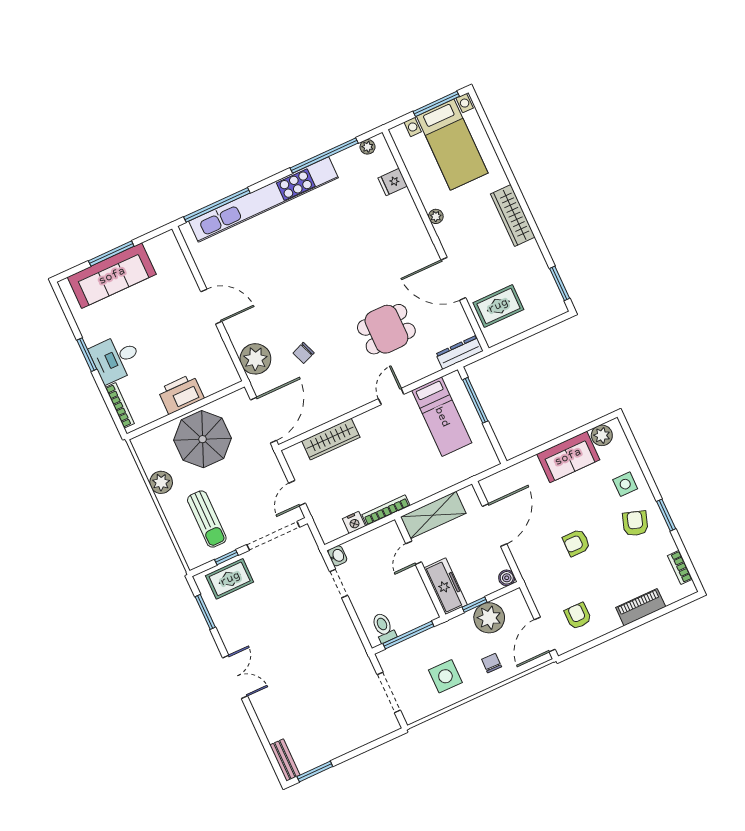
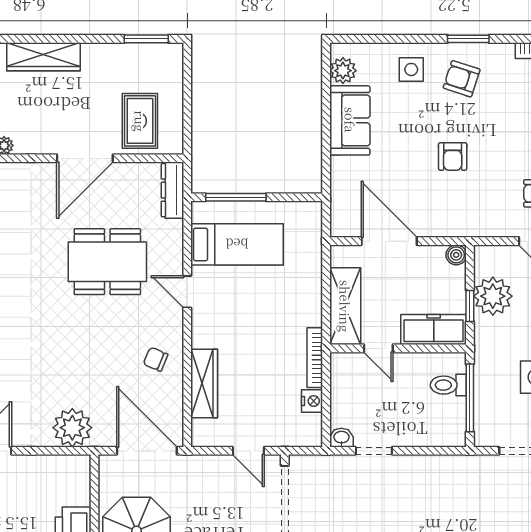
dining table: (386, 329) -> (107, 262), width x1.38
chair: (304, 353) -> (156, 359), moved, turned 134
toilet: (384, 628) -> (448, 385), moved

